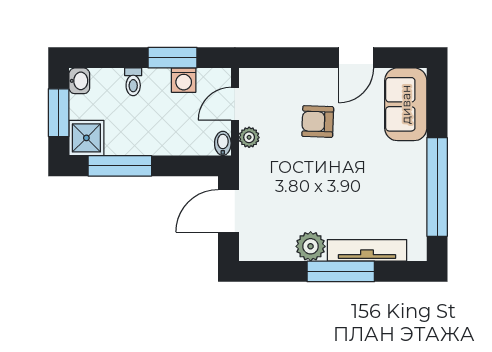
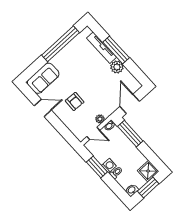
washing machine: (184, 80) -> (109, 166), moved
window: (120, 166) -> (130, 134), moved
door: (228, 211) -> (130, 104), swing flipped

